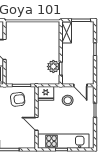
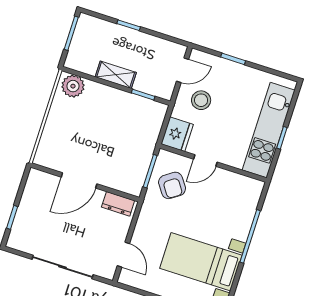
shelving: (67, 33) -> (116, 75), moved
plant: (53, 67) -> (73, 86), moved
armchair: (18, 99) -> (172, 185), turned 152
door: (37, 124) -> (205, 161), moved

